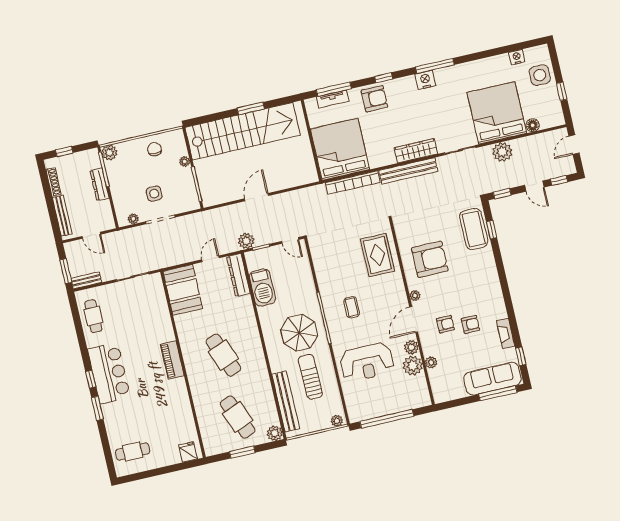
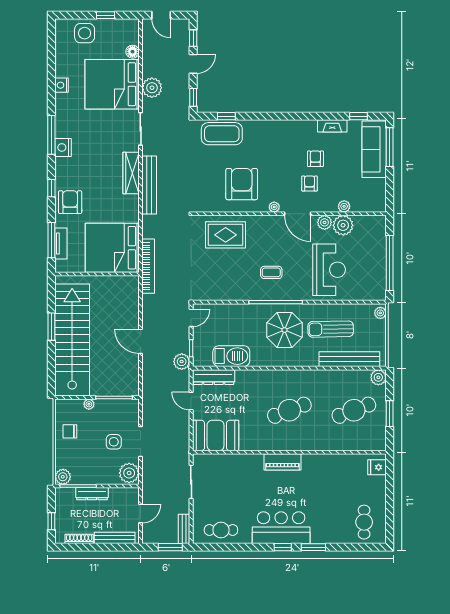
nightstand: (517, 57) -> (62, 85), moved
bookcase: (353, 183) -> (148, 266), moved
plant: (133, 219) -> (129, 473), width x1.88, depth x1.88

